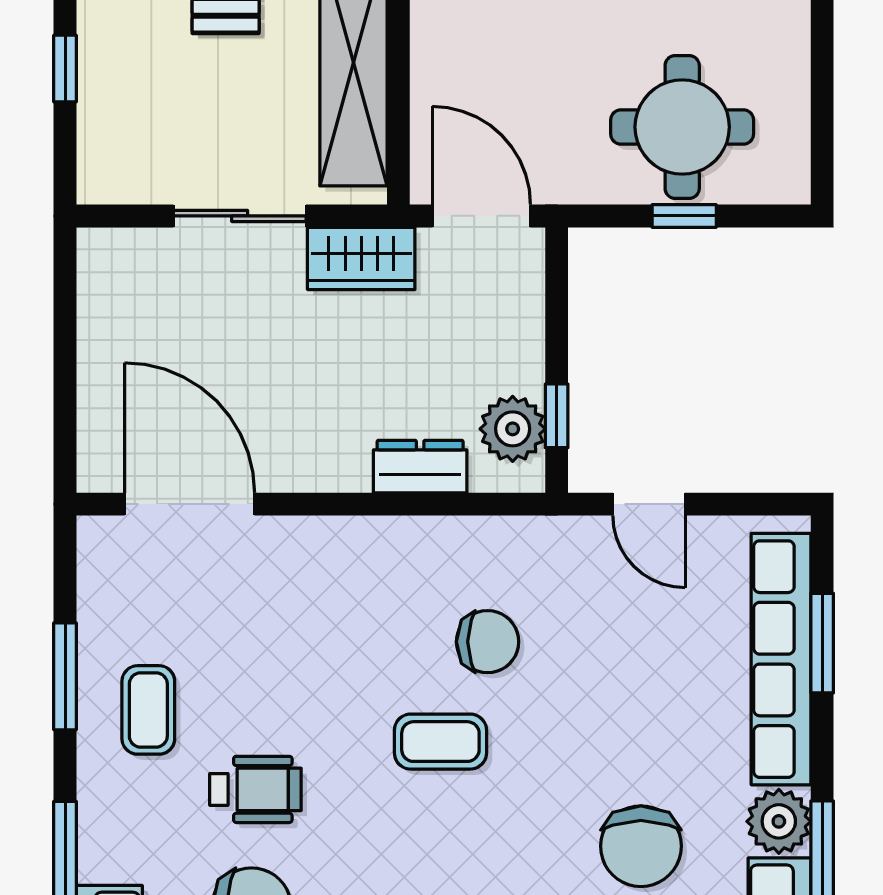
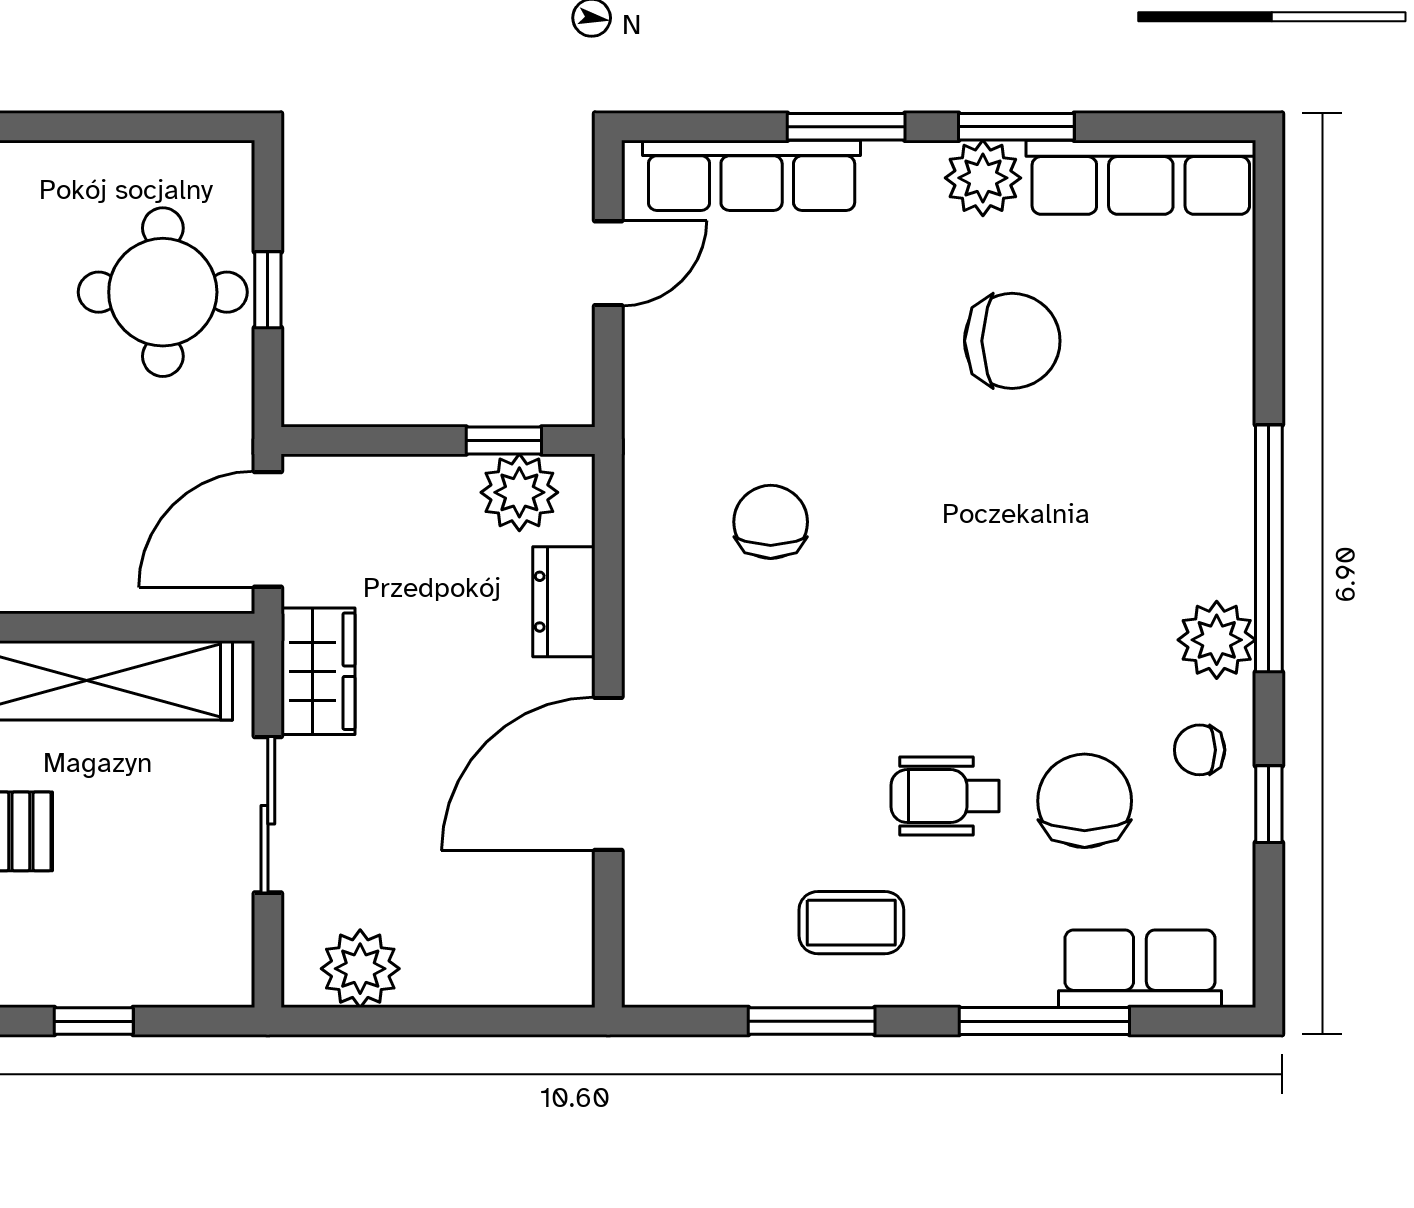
plant: (109, 294) -> (360, 969), added
door: (190, 504) -> (608, 774), moved
door: (649, 504) -> (608, 263), moved
window: (822, 643) -> (846, 127), moved
row of seats: (781, 659) -> (752, 175), width x0.73
coffee table: (440, 742) -> (889, 578), removed
wheelchair: (255, 789) -> (945, 796), turned -90

